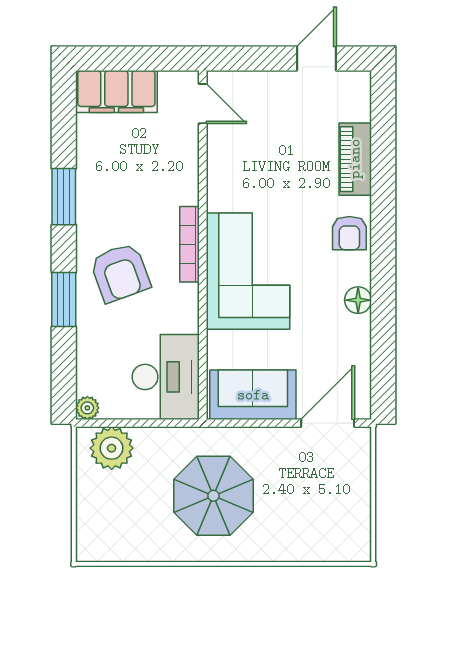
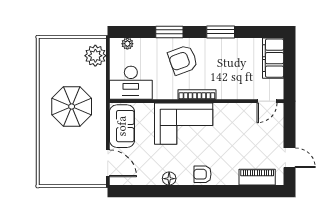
piano: (355, 159) -> (257, 177), moved
plant: (87, 408) -> (127, 44), moved

